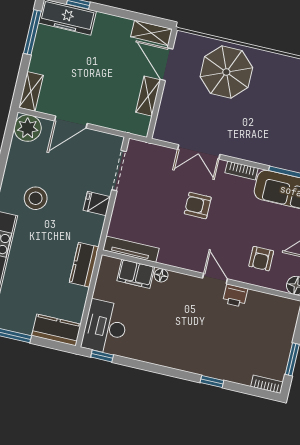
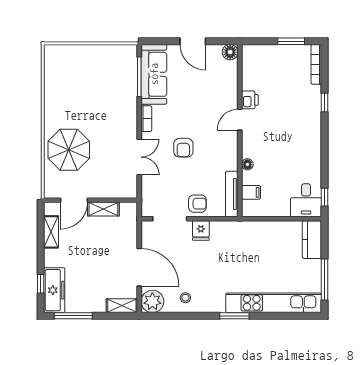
shelving: (152, 33) -> (51, 232), moved
door: (71, 122) -> (139, 267), width x1.36
stool: (36, 198) -> (185, 298), moved, width x0.53, depth x0.53
armchair: (261, 259) -> (197, 204), moved
kitchen counter: (84, 265) -> (253, 229), removed
filing cabinet: (136, 274) -> (251, 192), width x0.50
desk: (105, 327) -> (306, 200), width x0.73
bookcase: (267, 384) -> (316, 64), width x1.56

